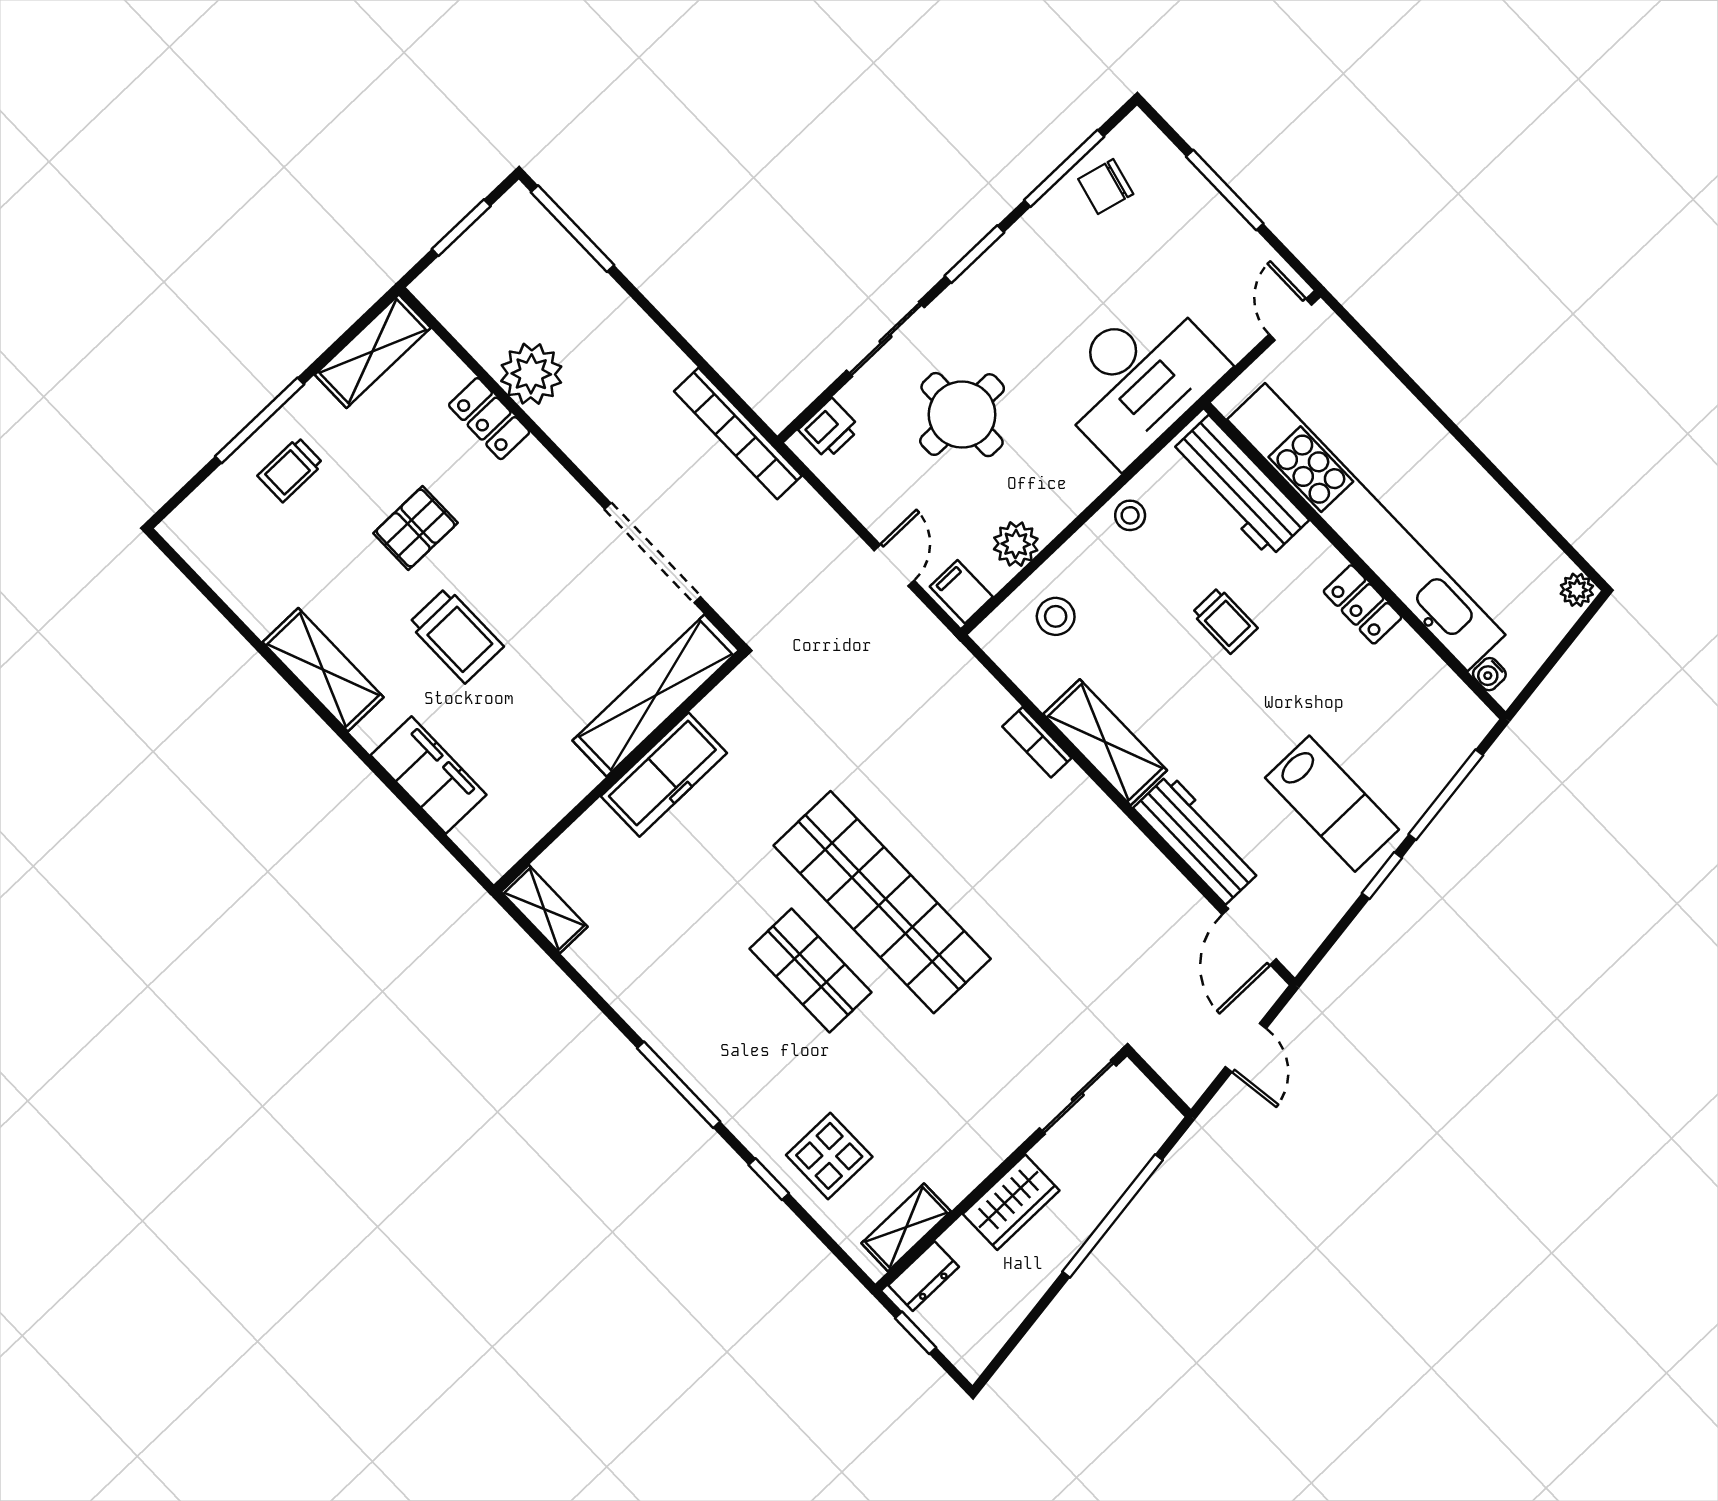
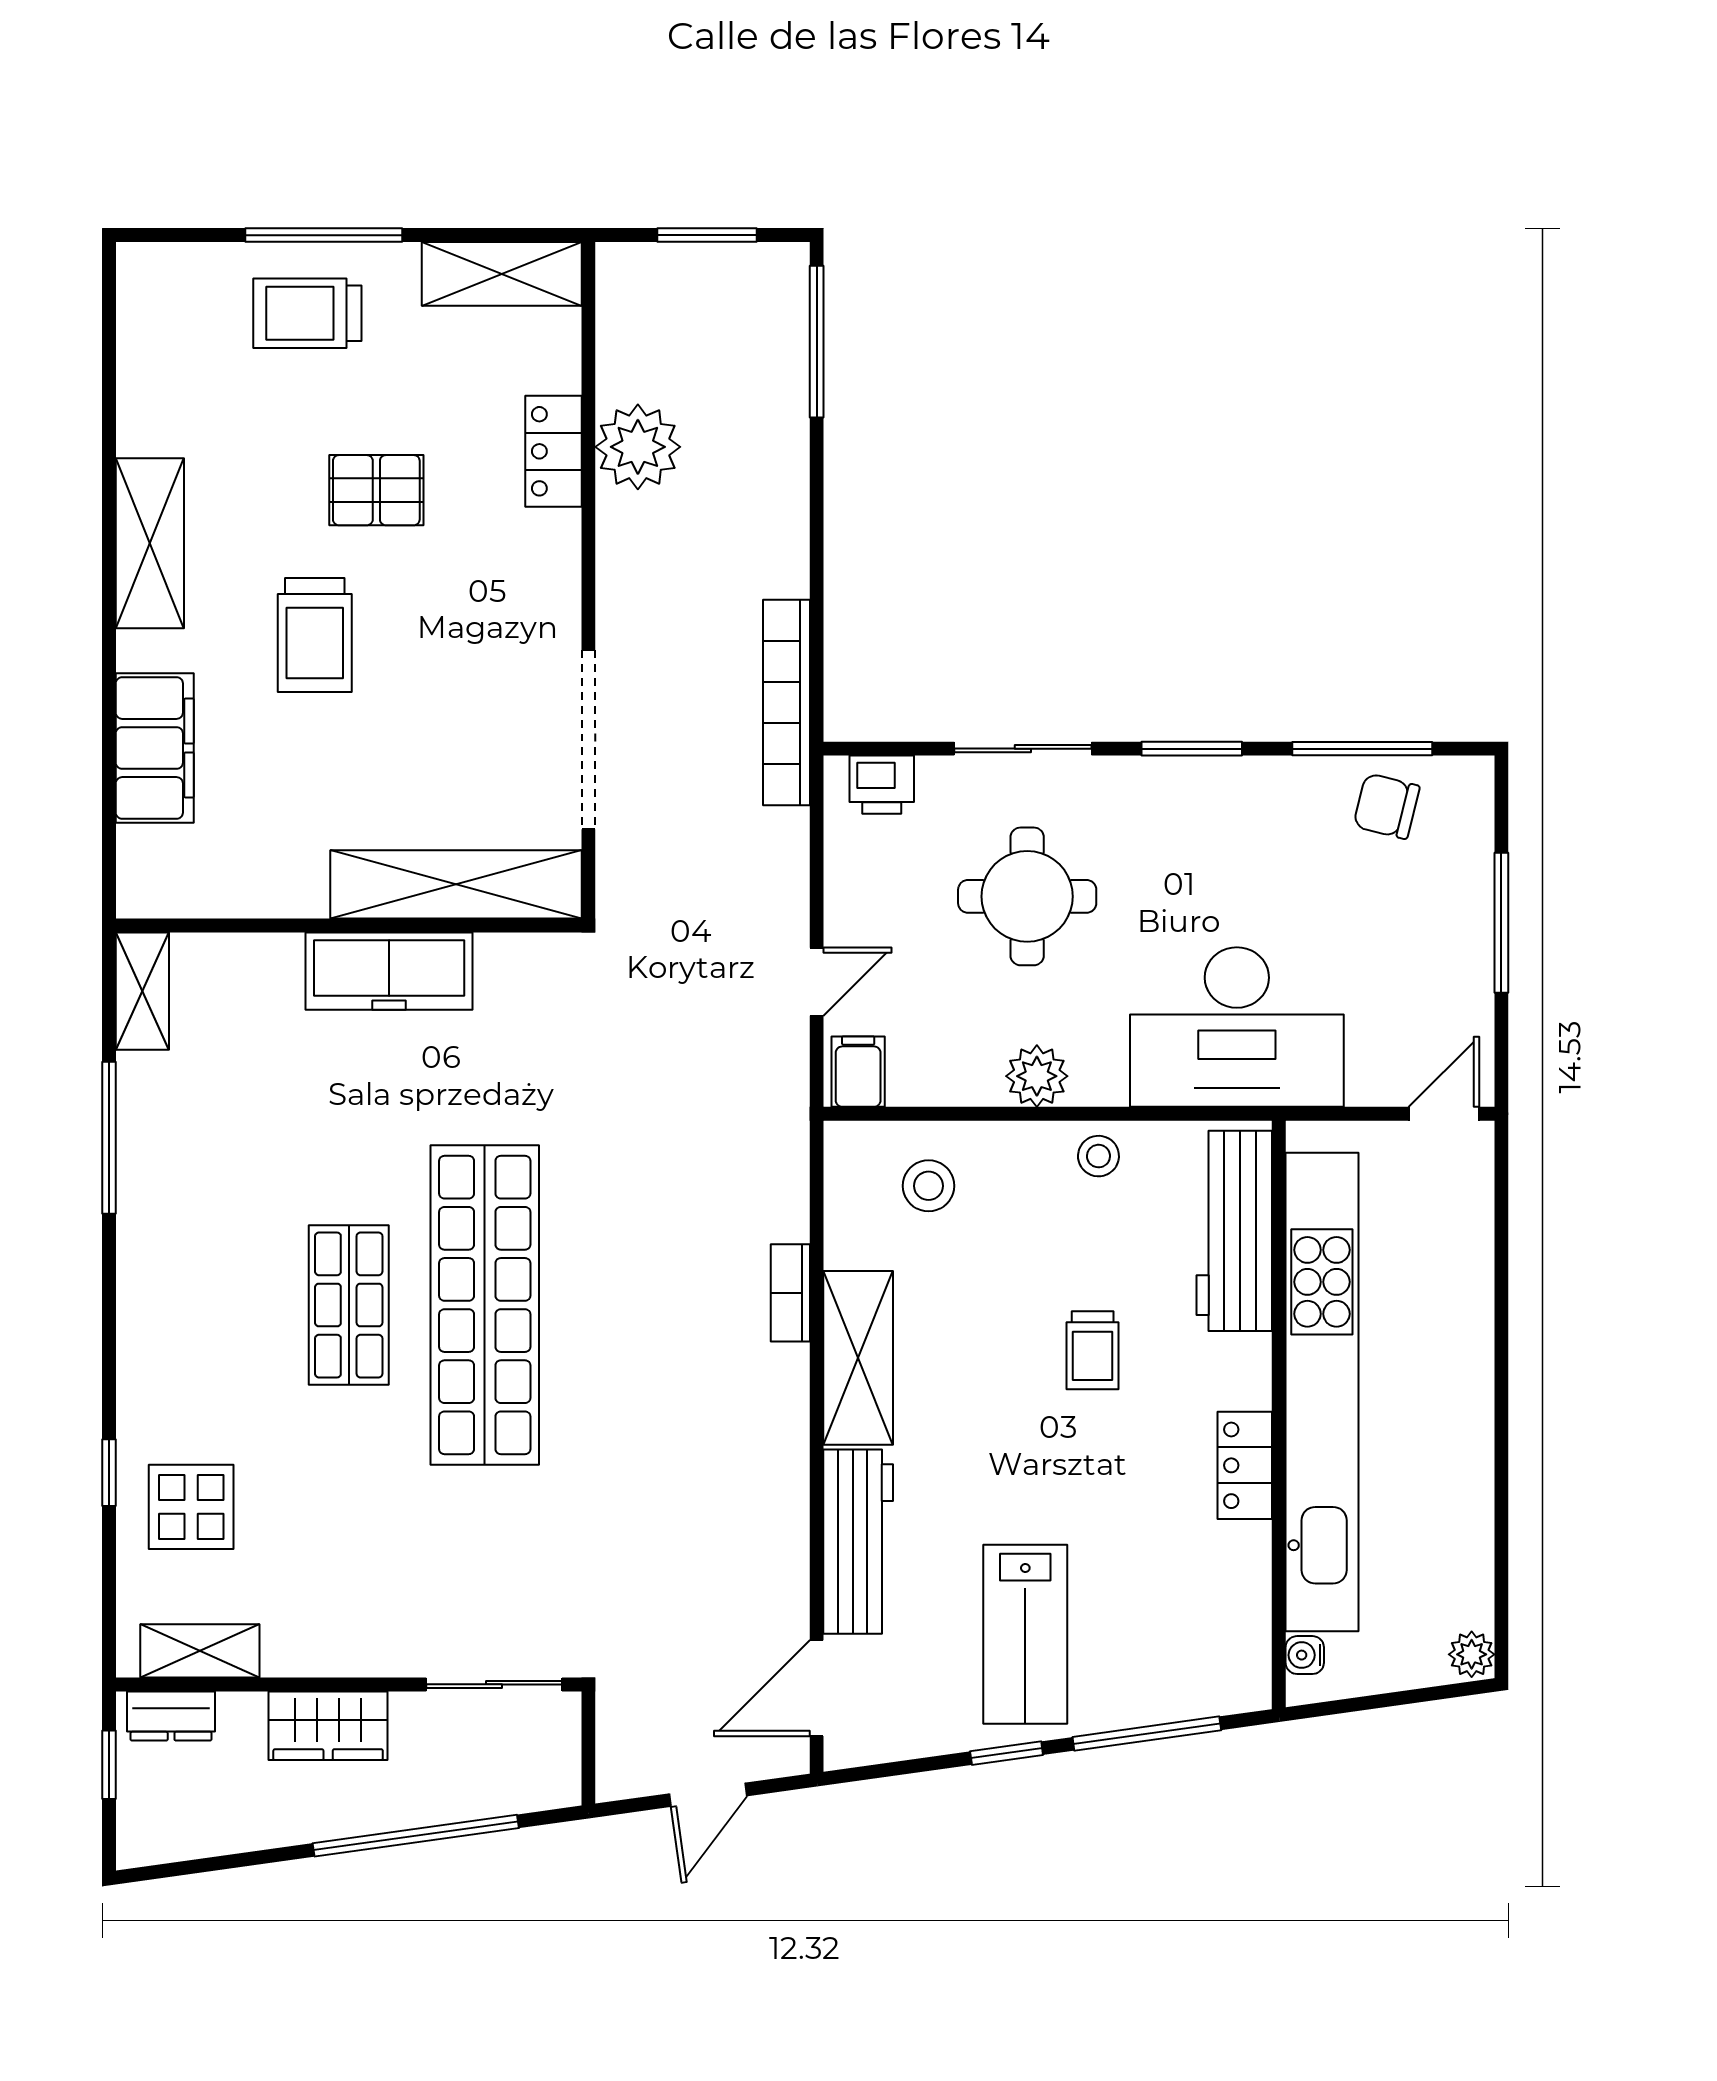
trolley: (290, 470) -> (307, 313), width x1.36, depth x1.39
plant: (1016, 544) -> (1037, 1076), moved
window: (679, 1085) -> (109, 1138), moved

